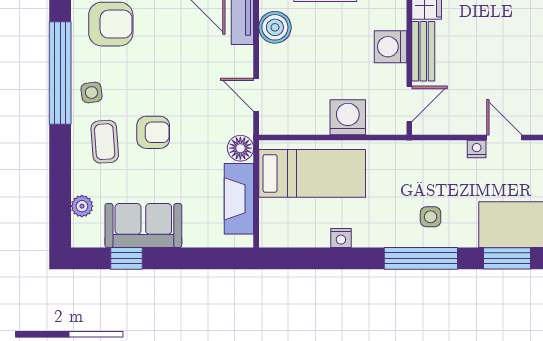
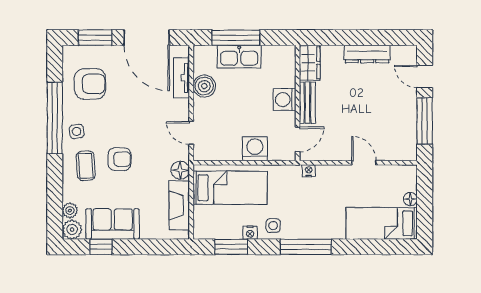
nightstand: (477, 149) -> (309, 171), moved
side table: (431, 217) -> (273, 226), moved
plant: (85, 233) -> (72, 230), added
window: (507, 258) -> (231, 247), moved

